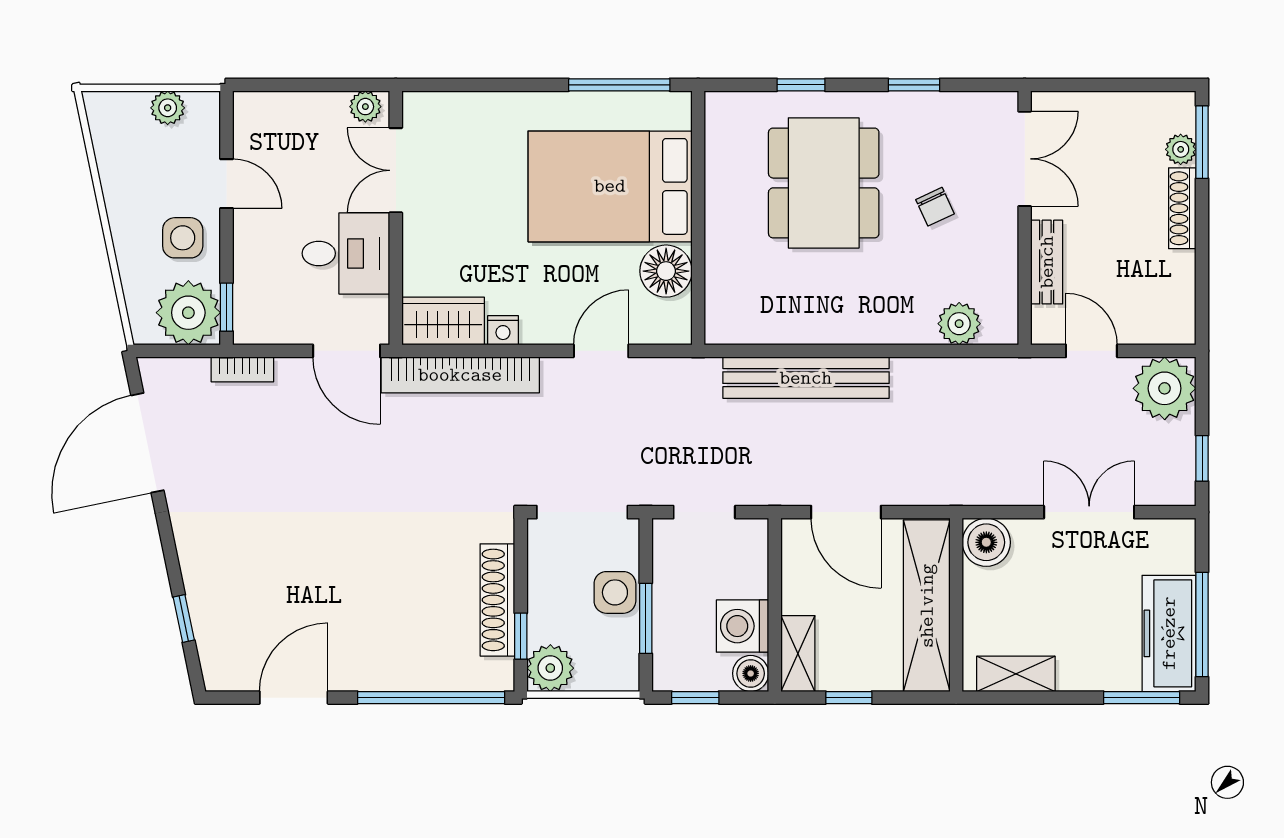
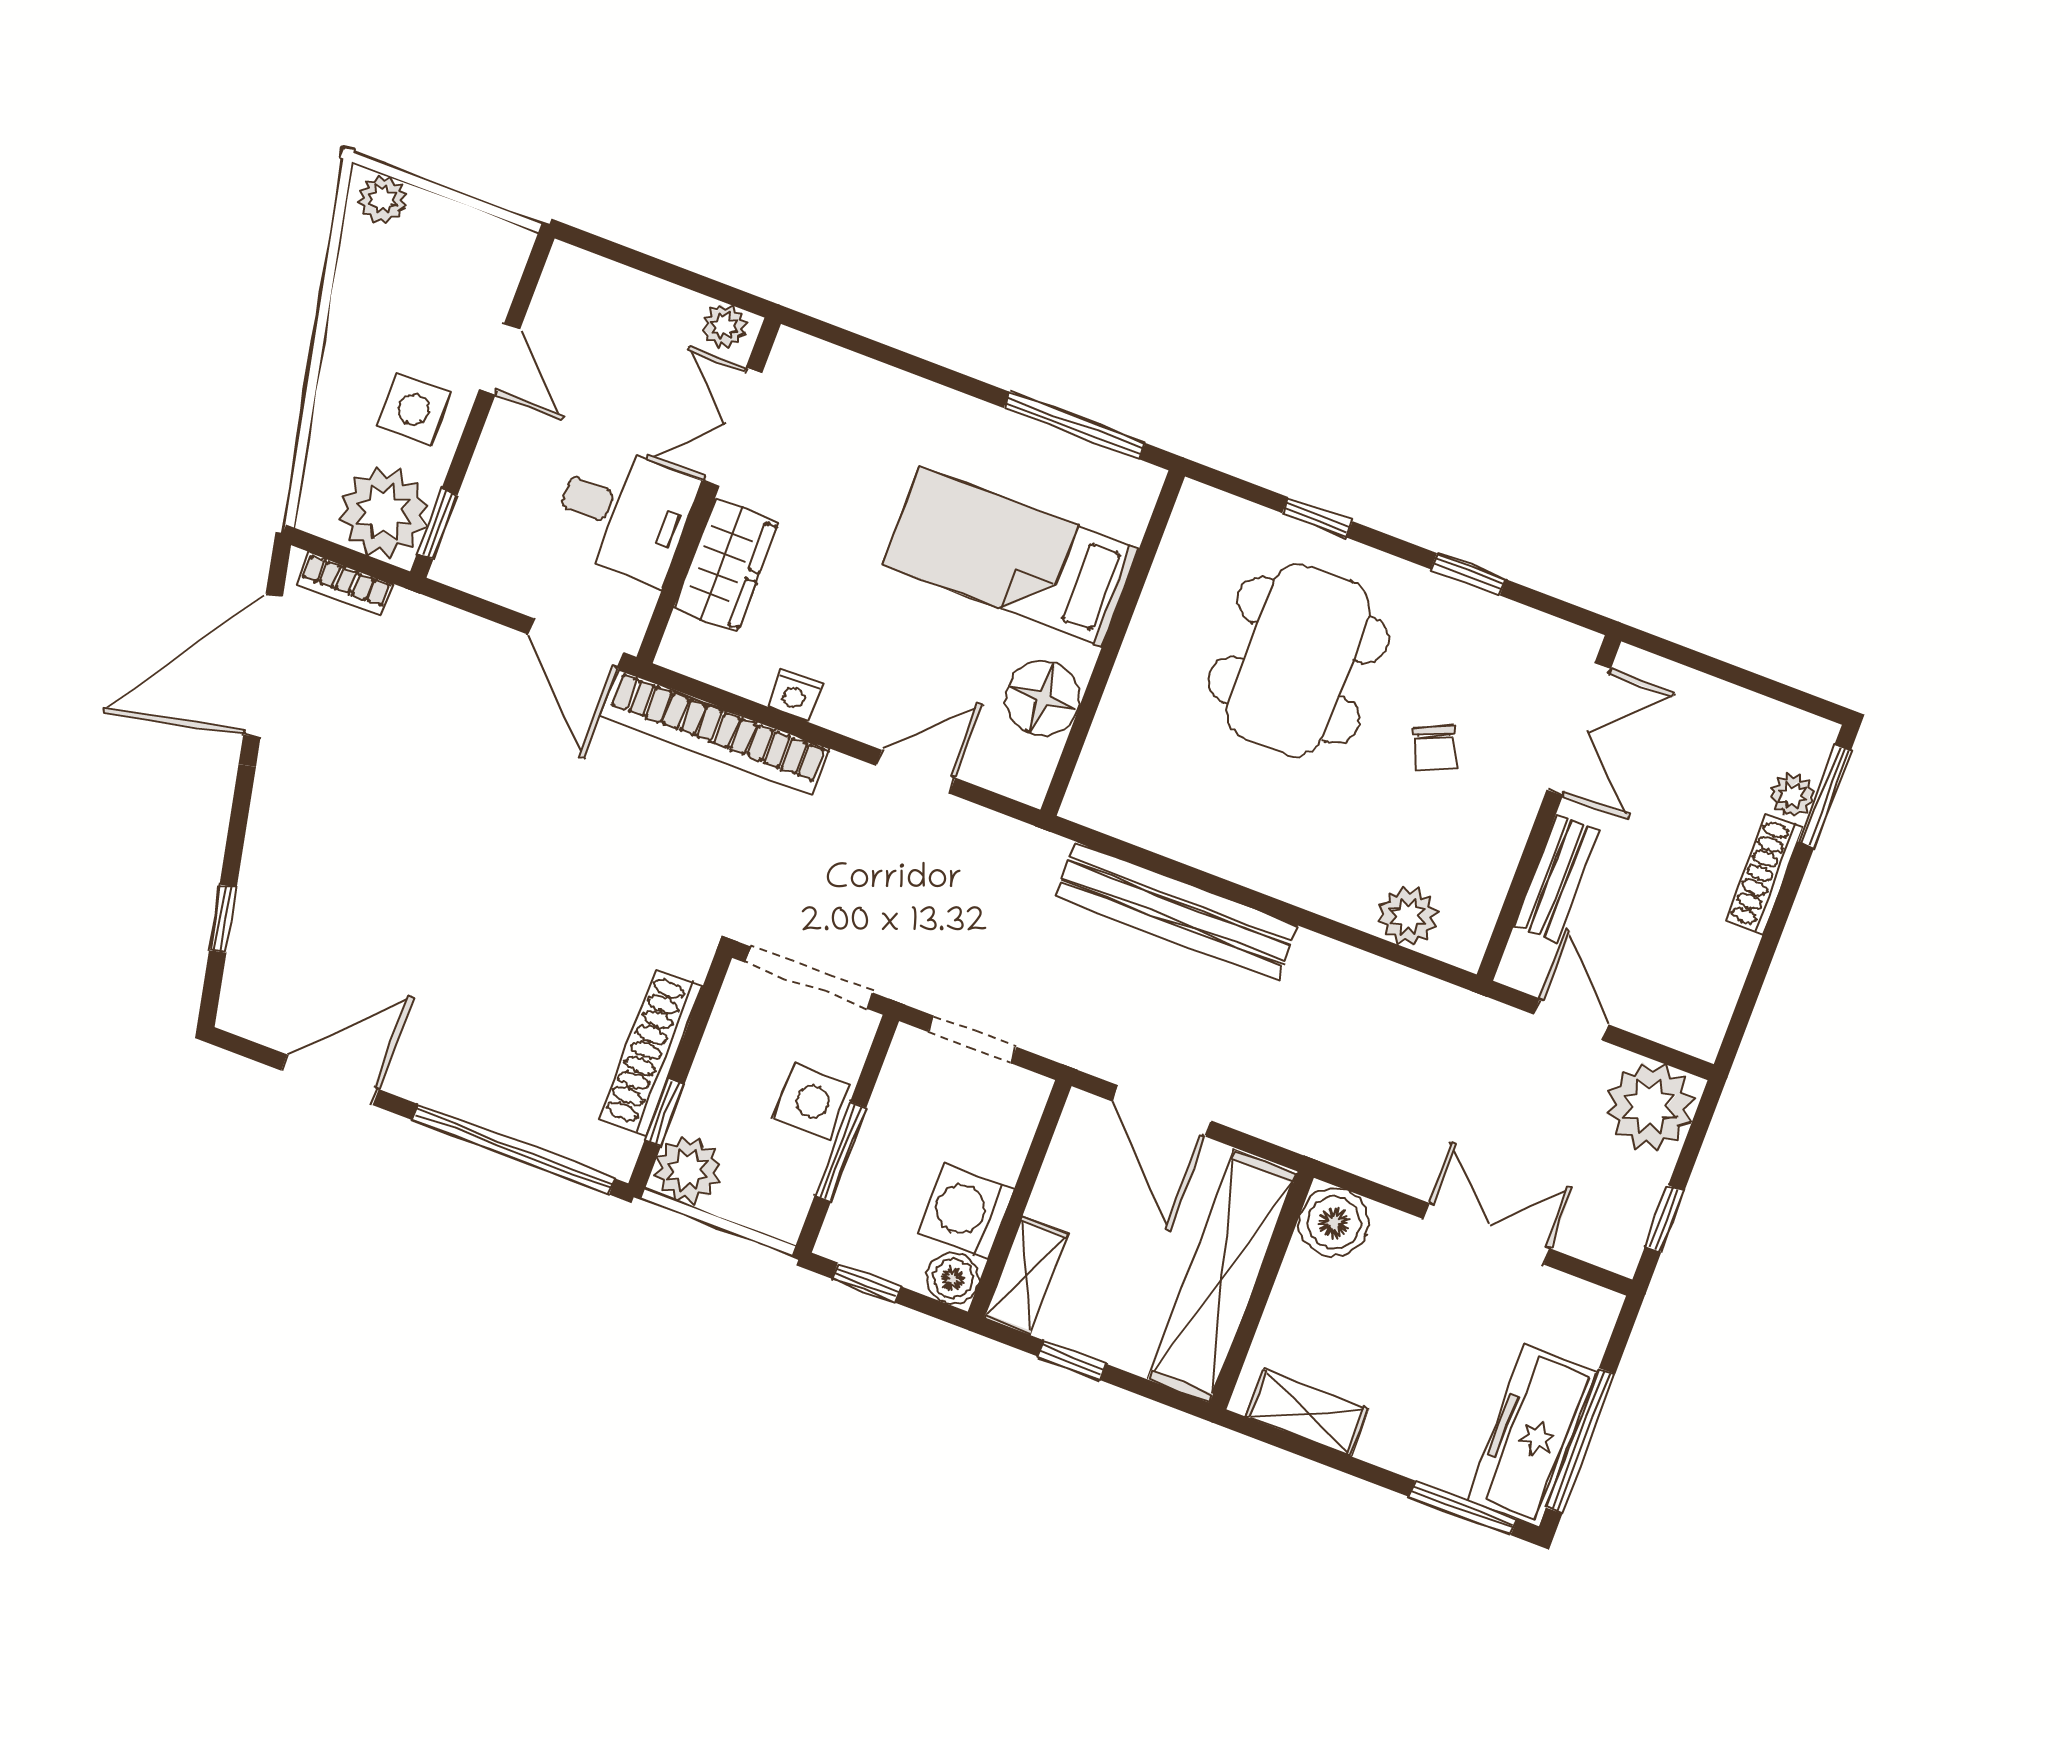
plant: (168, 108) -> (383, 199), moved
bed: (610, 186) -> (1011, 557), width x0.67
wardrobe: (443, 321) -> (726, 565), moved, turned 90
bookcase: (242, 369) -> (345, 584), moved

